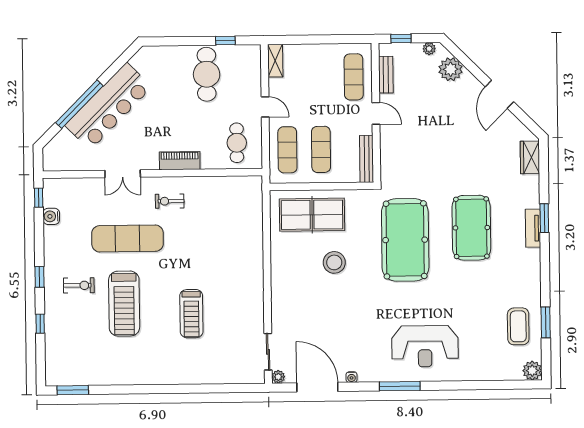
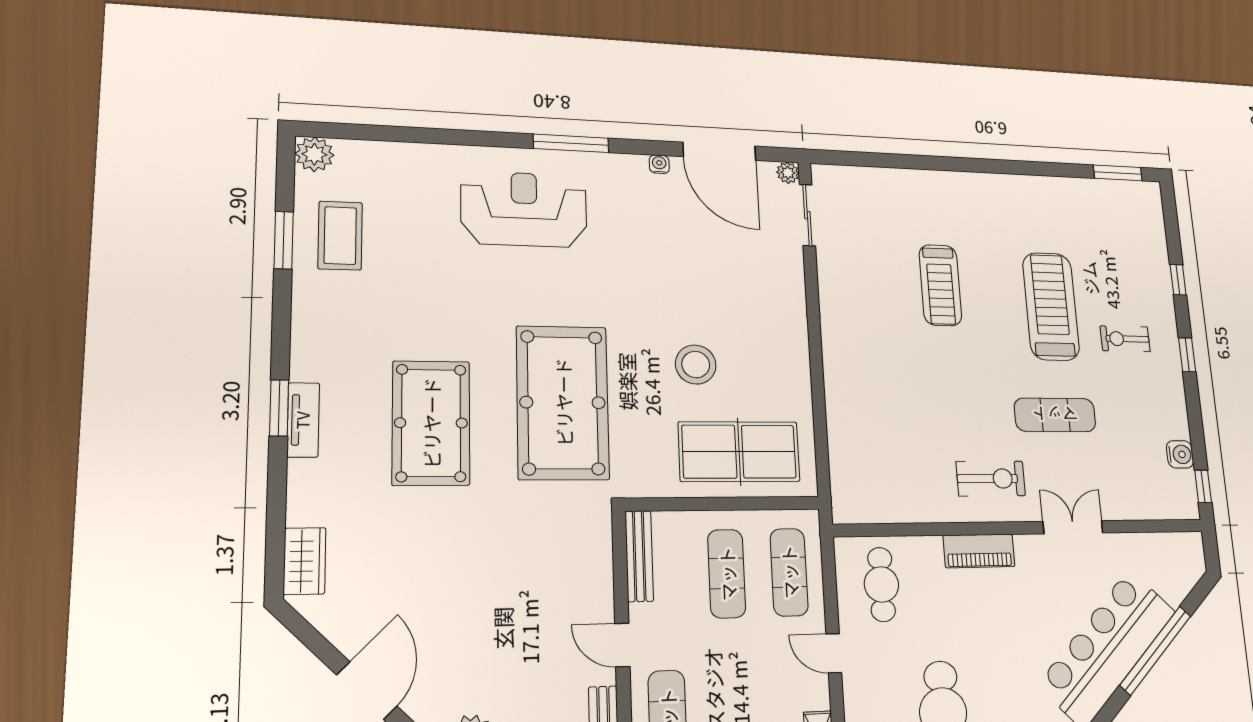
exercise bike: (170, 201) -> (991, 479), width x1.38, depth x1.39
window: (544, 218) -> (279, 408), moved
exercise mat: (128, 238) -> (1055, 415), width x0.73, depth x0.69
treadmill: (191, 314) -> (940, 285), turned 180

